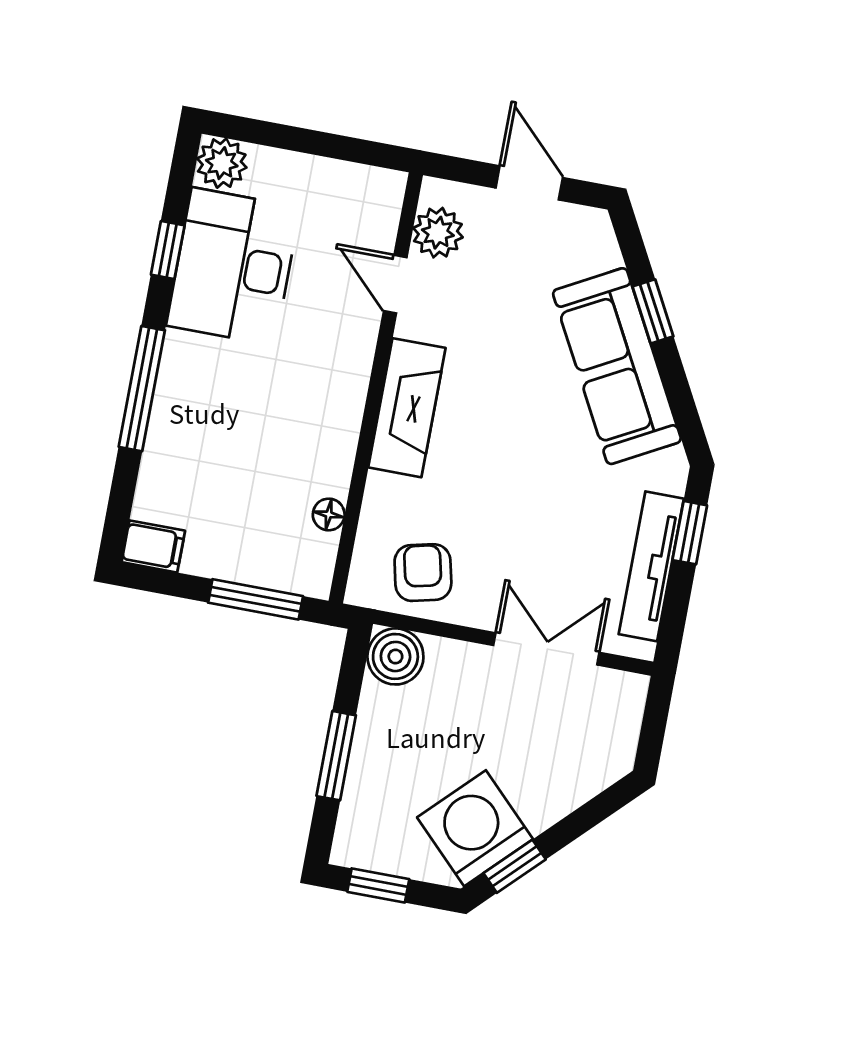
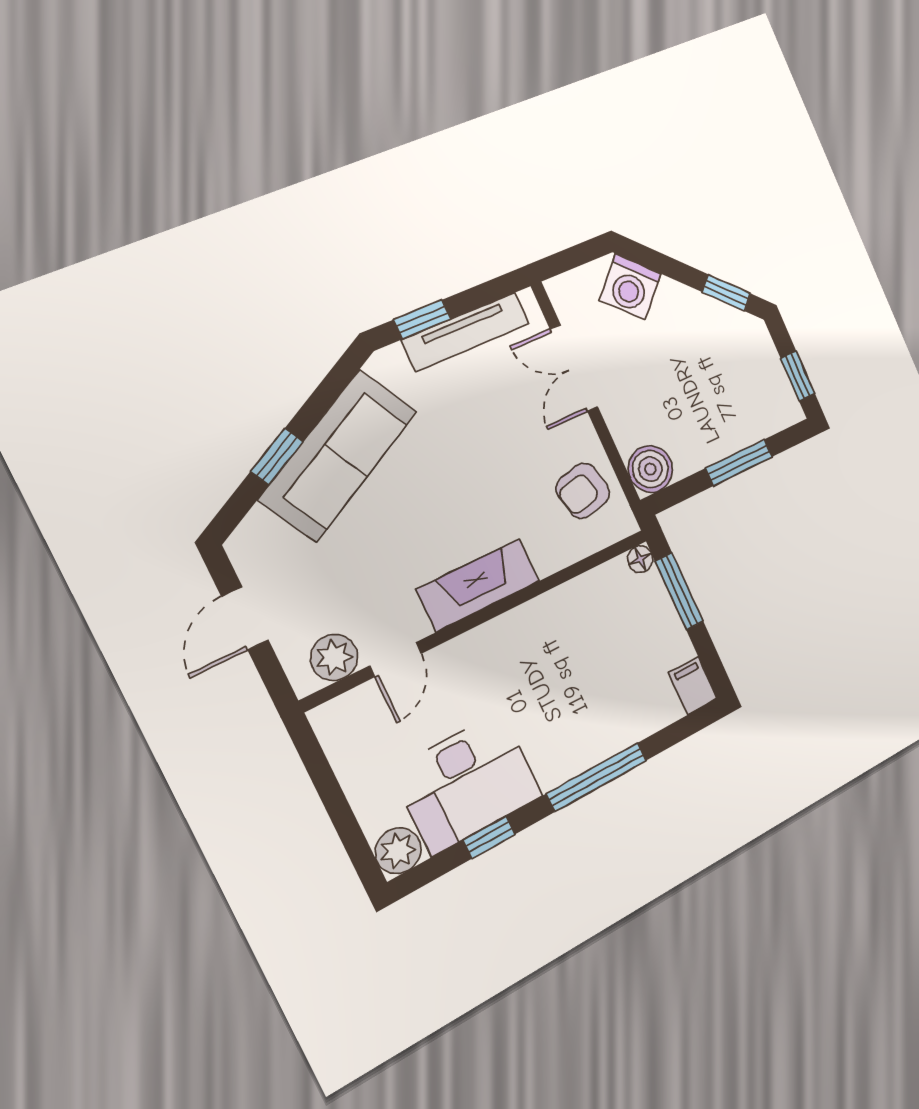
floor lamp: (329, 514) -> (640, 559), moved
washing machine: (475, 828) -> (630, 287), moved, width x0.73, depth x0.73

